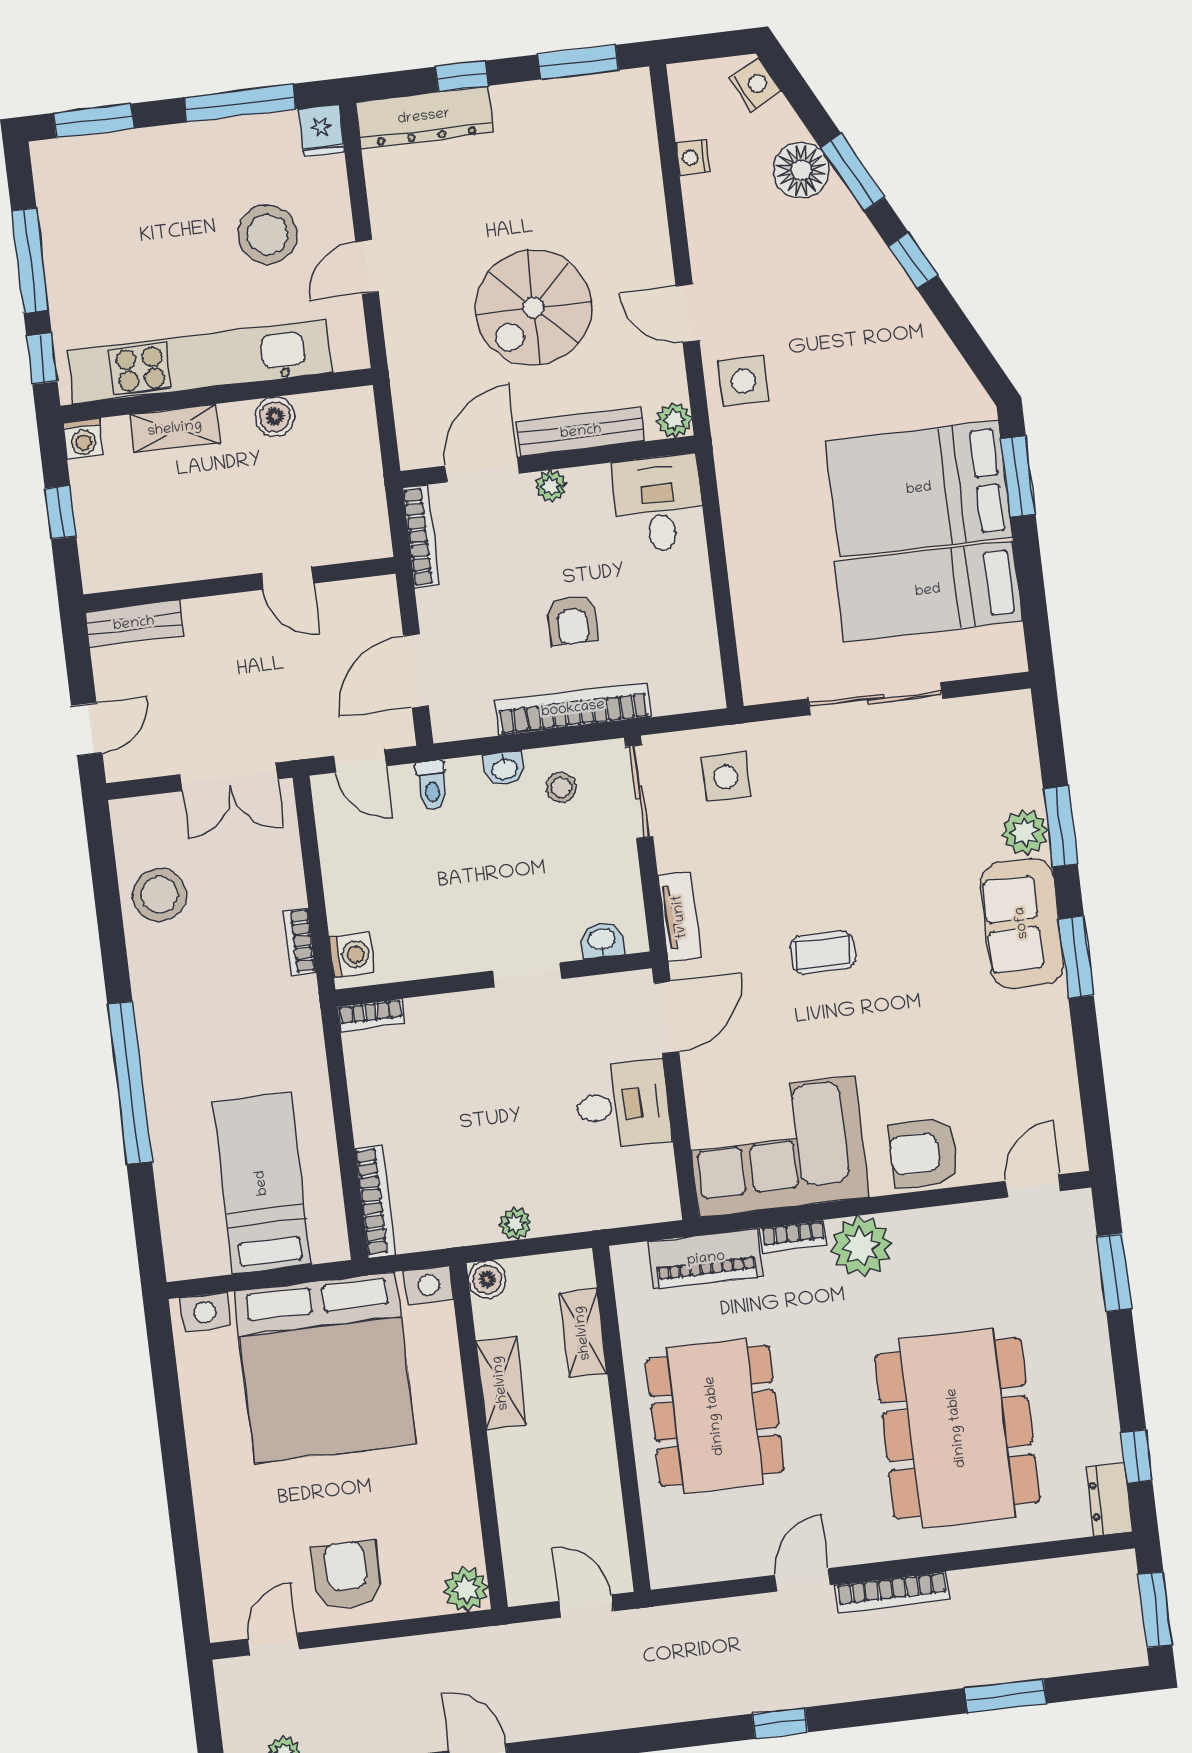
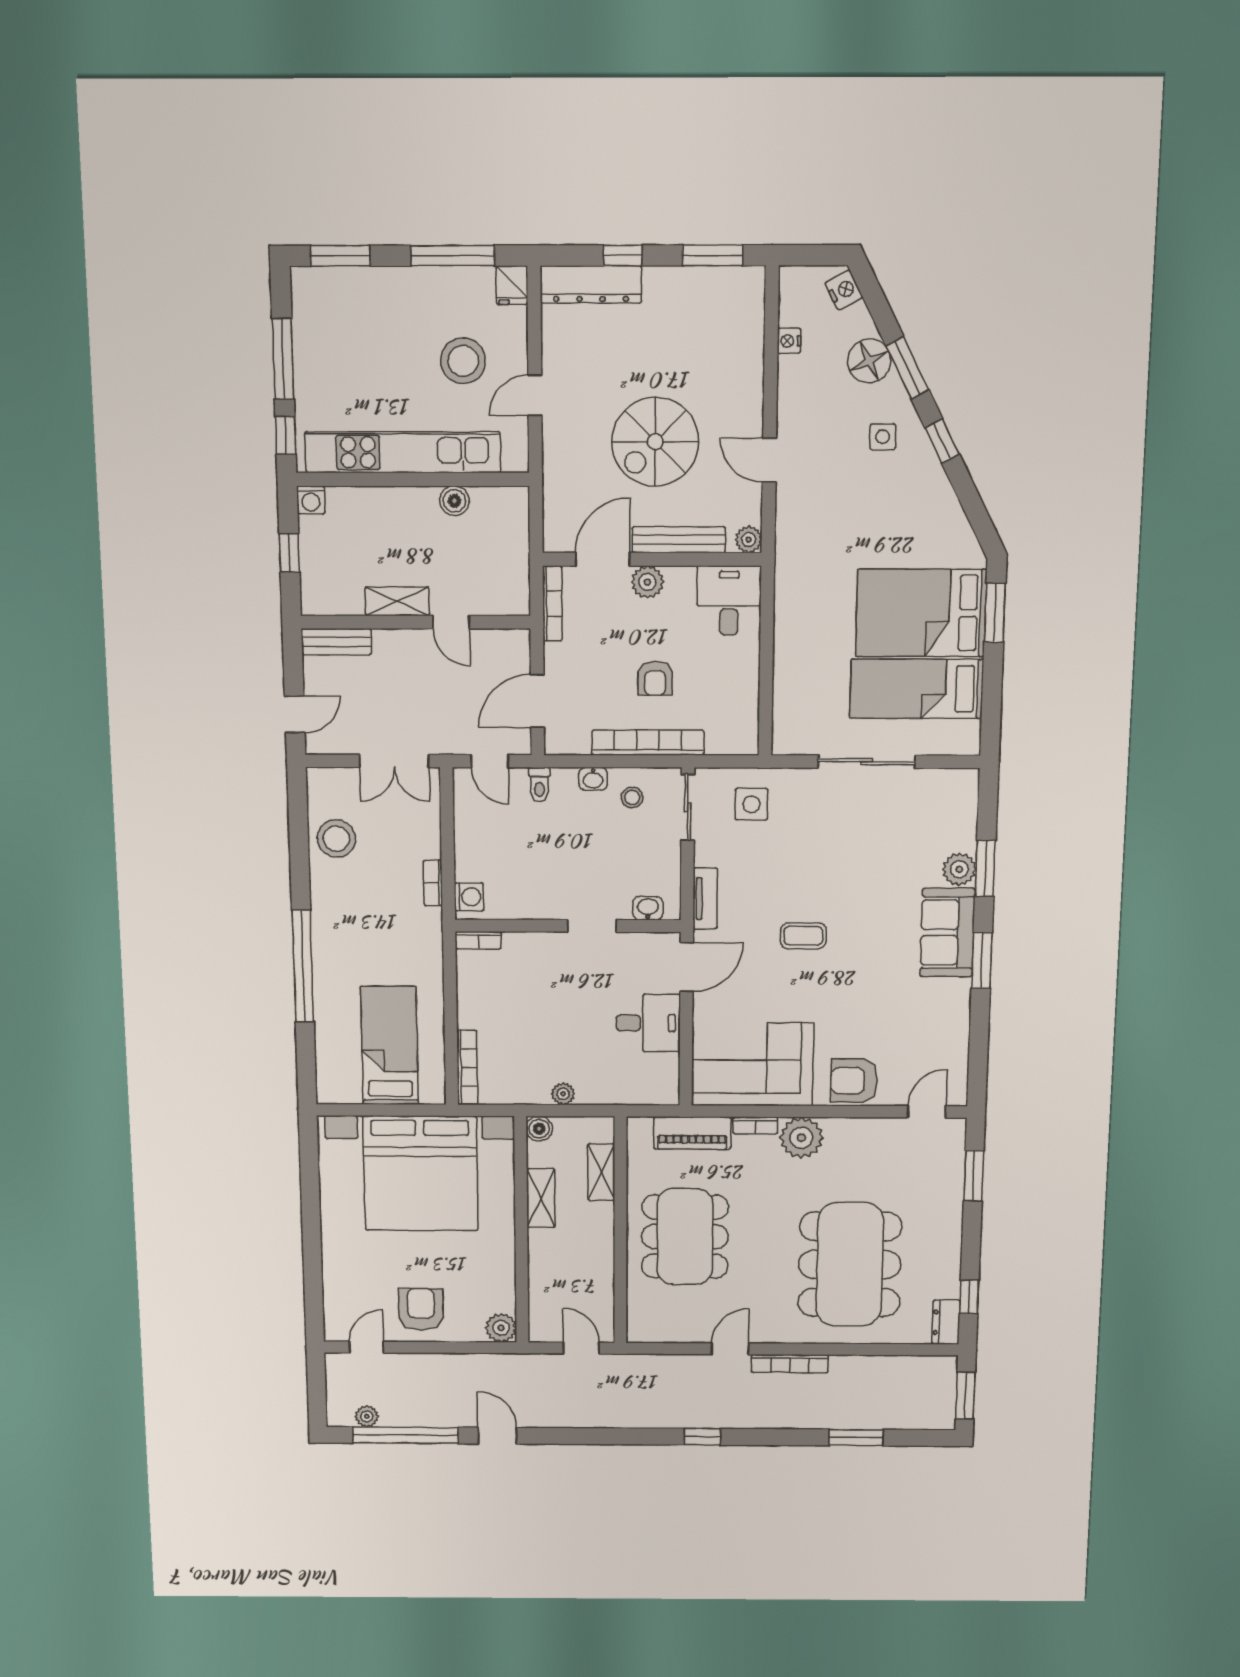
side table: (743, 381) -> (883, 437), moved, width x0.73, depth x0.73
shelving: (175, 429) -> (397, 601), moved
plant: (551, 486) -> (647, 582), width x1.38, depth x1.38

